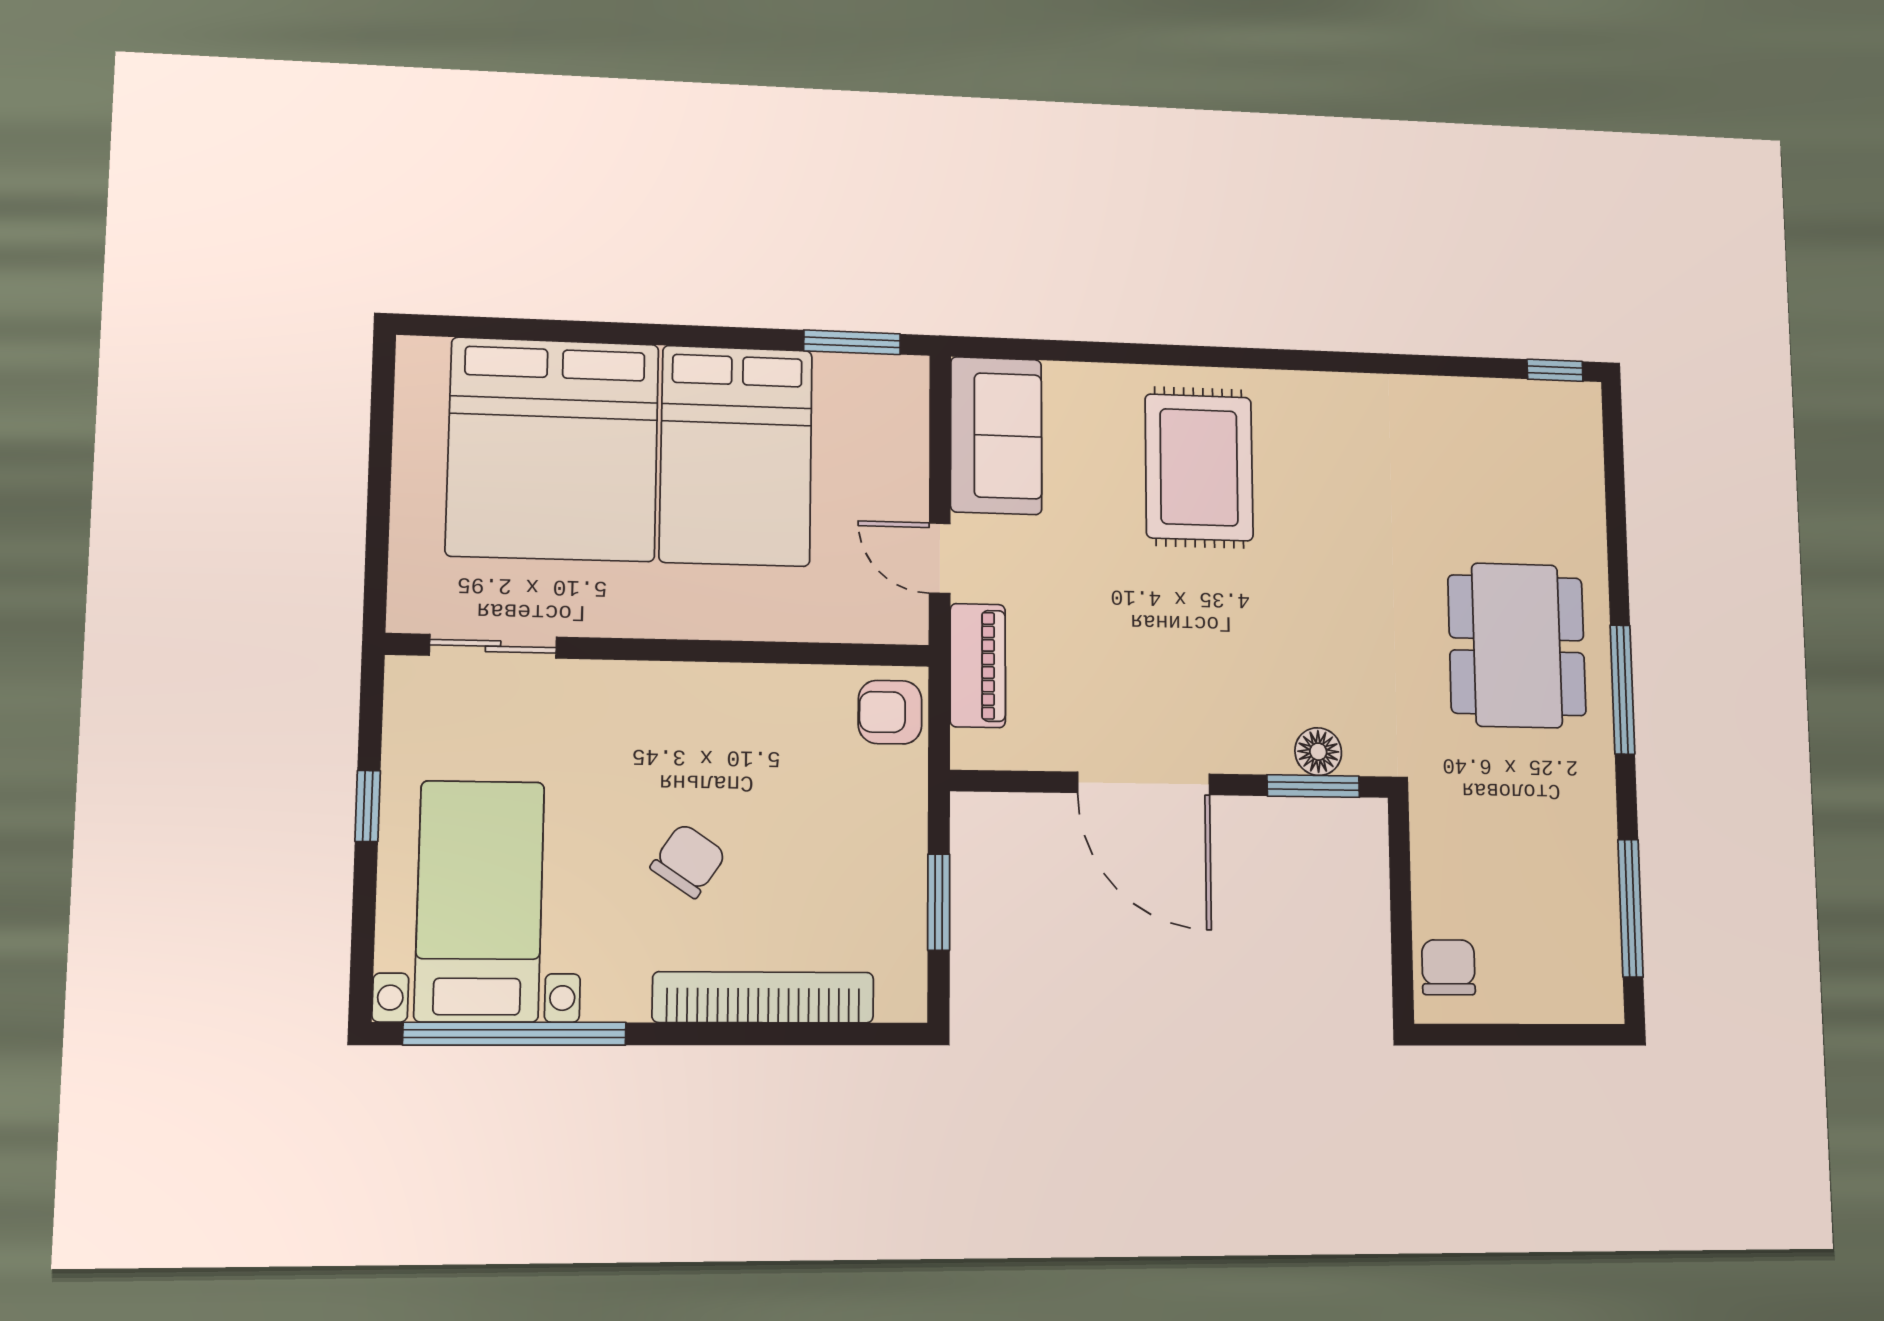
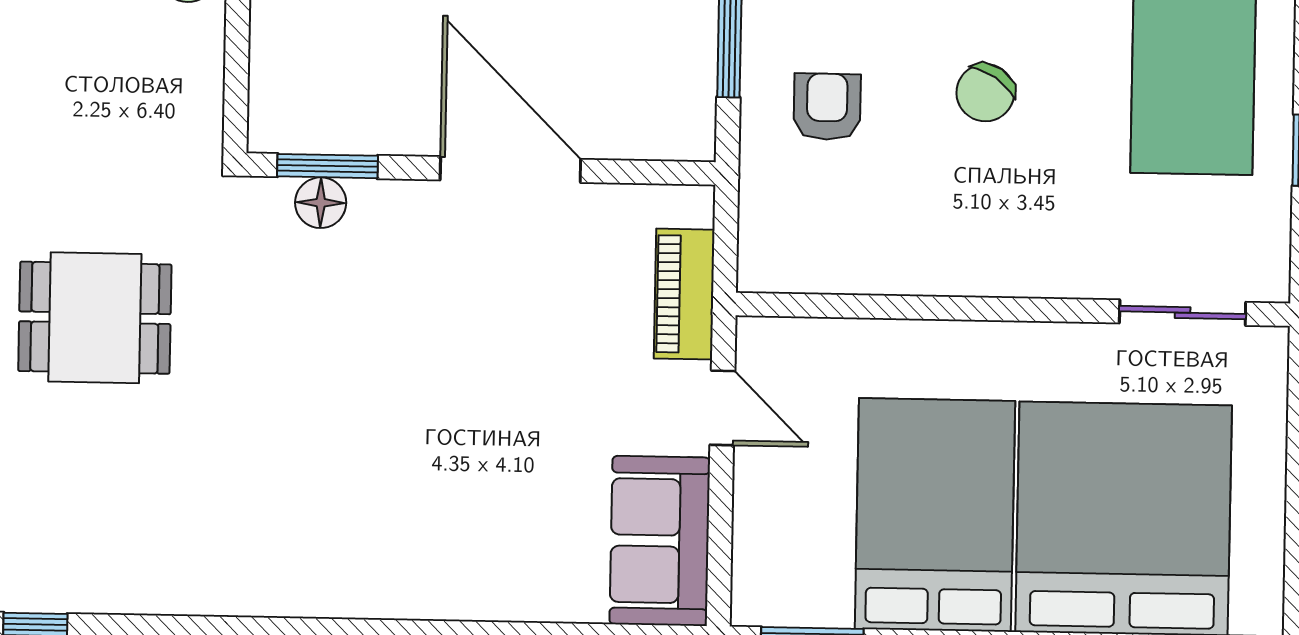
rug: (1199, 467) -> (440, 509), removed
dining table: (1517, 645) -> (95, 318), width x0.73
armchair: (890, 712) -> (827, 107), moved, turned -90

